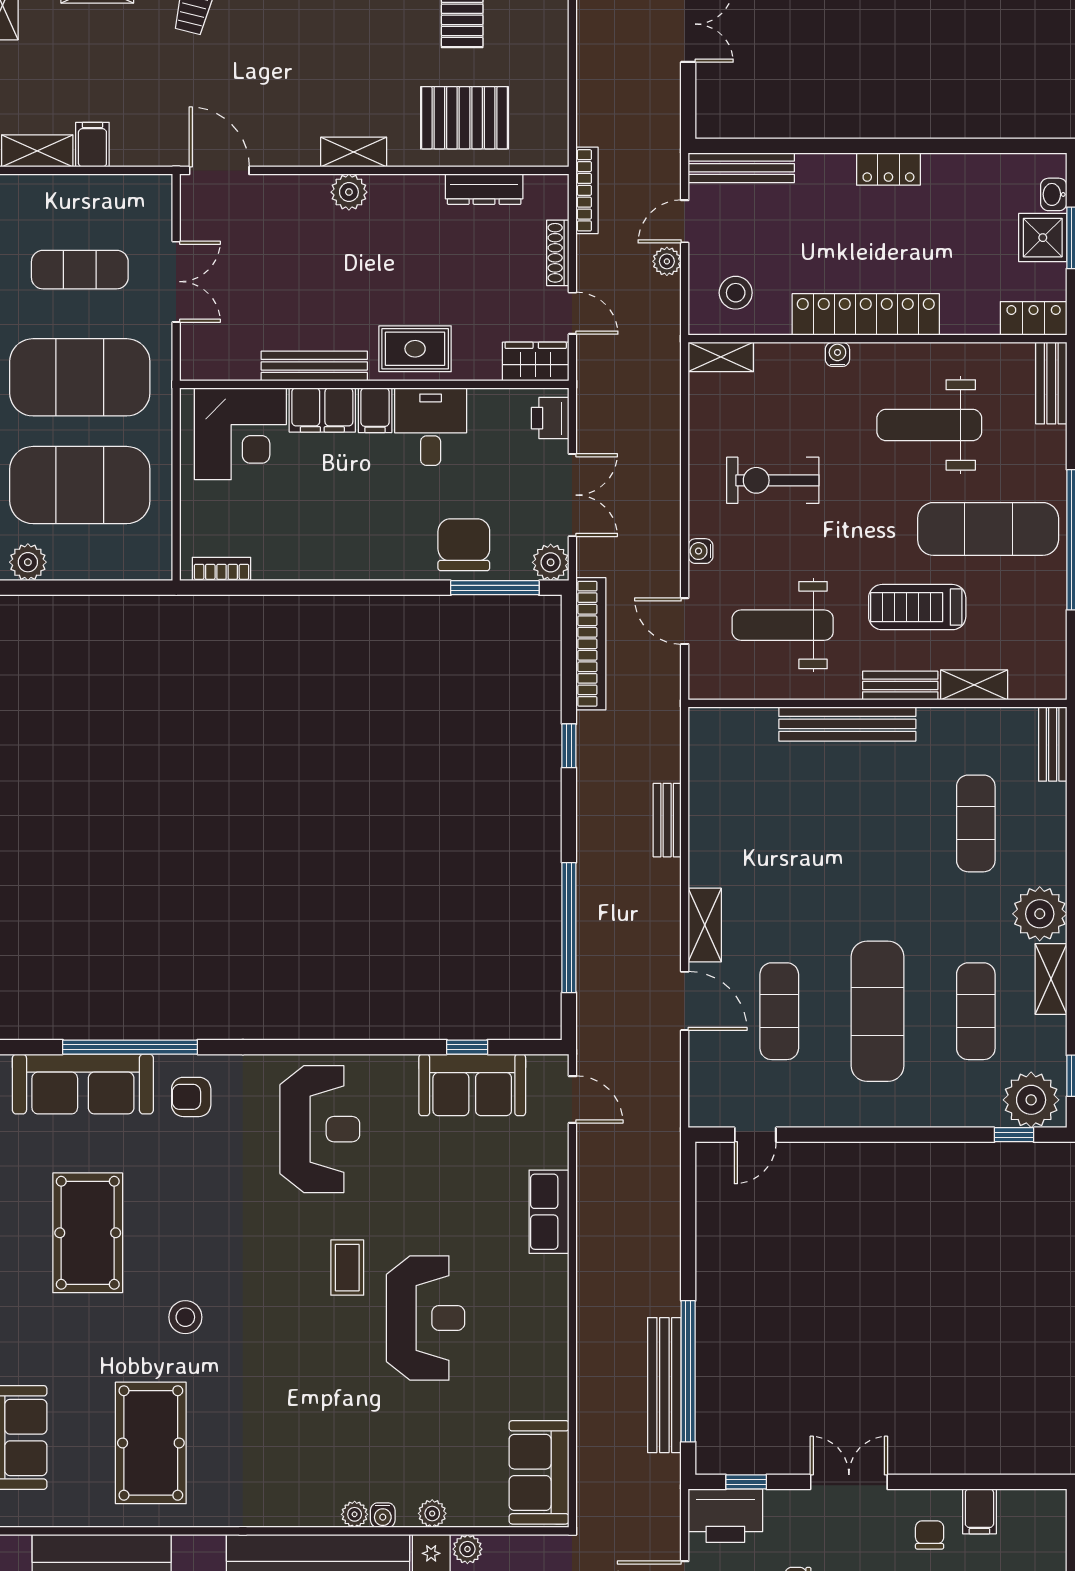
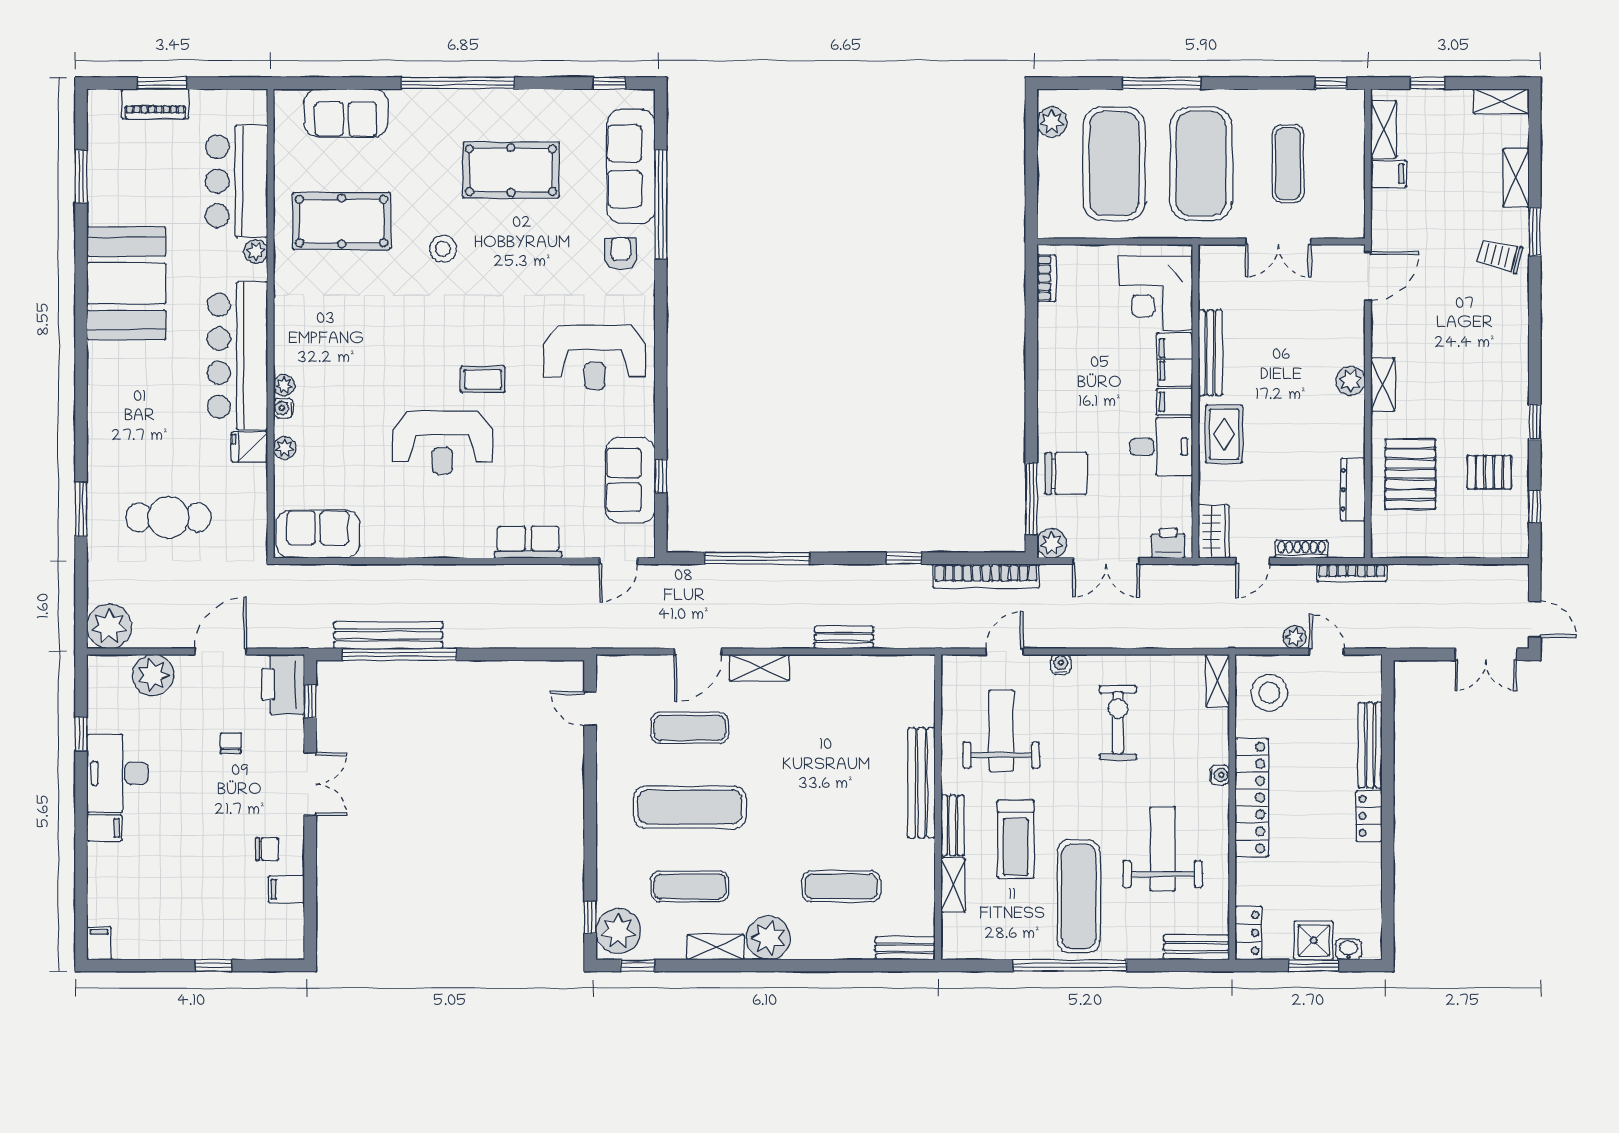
bench: (741, 168) -> (1370, 745), moved
stool: (736, 293) -> (1269, 693), width x1.38, depth x1.38
treadmill: (917, 607) -> (1016, 839), turned 180
plant: (467, 1549) -> (256, 251), moved

